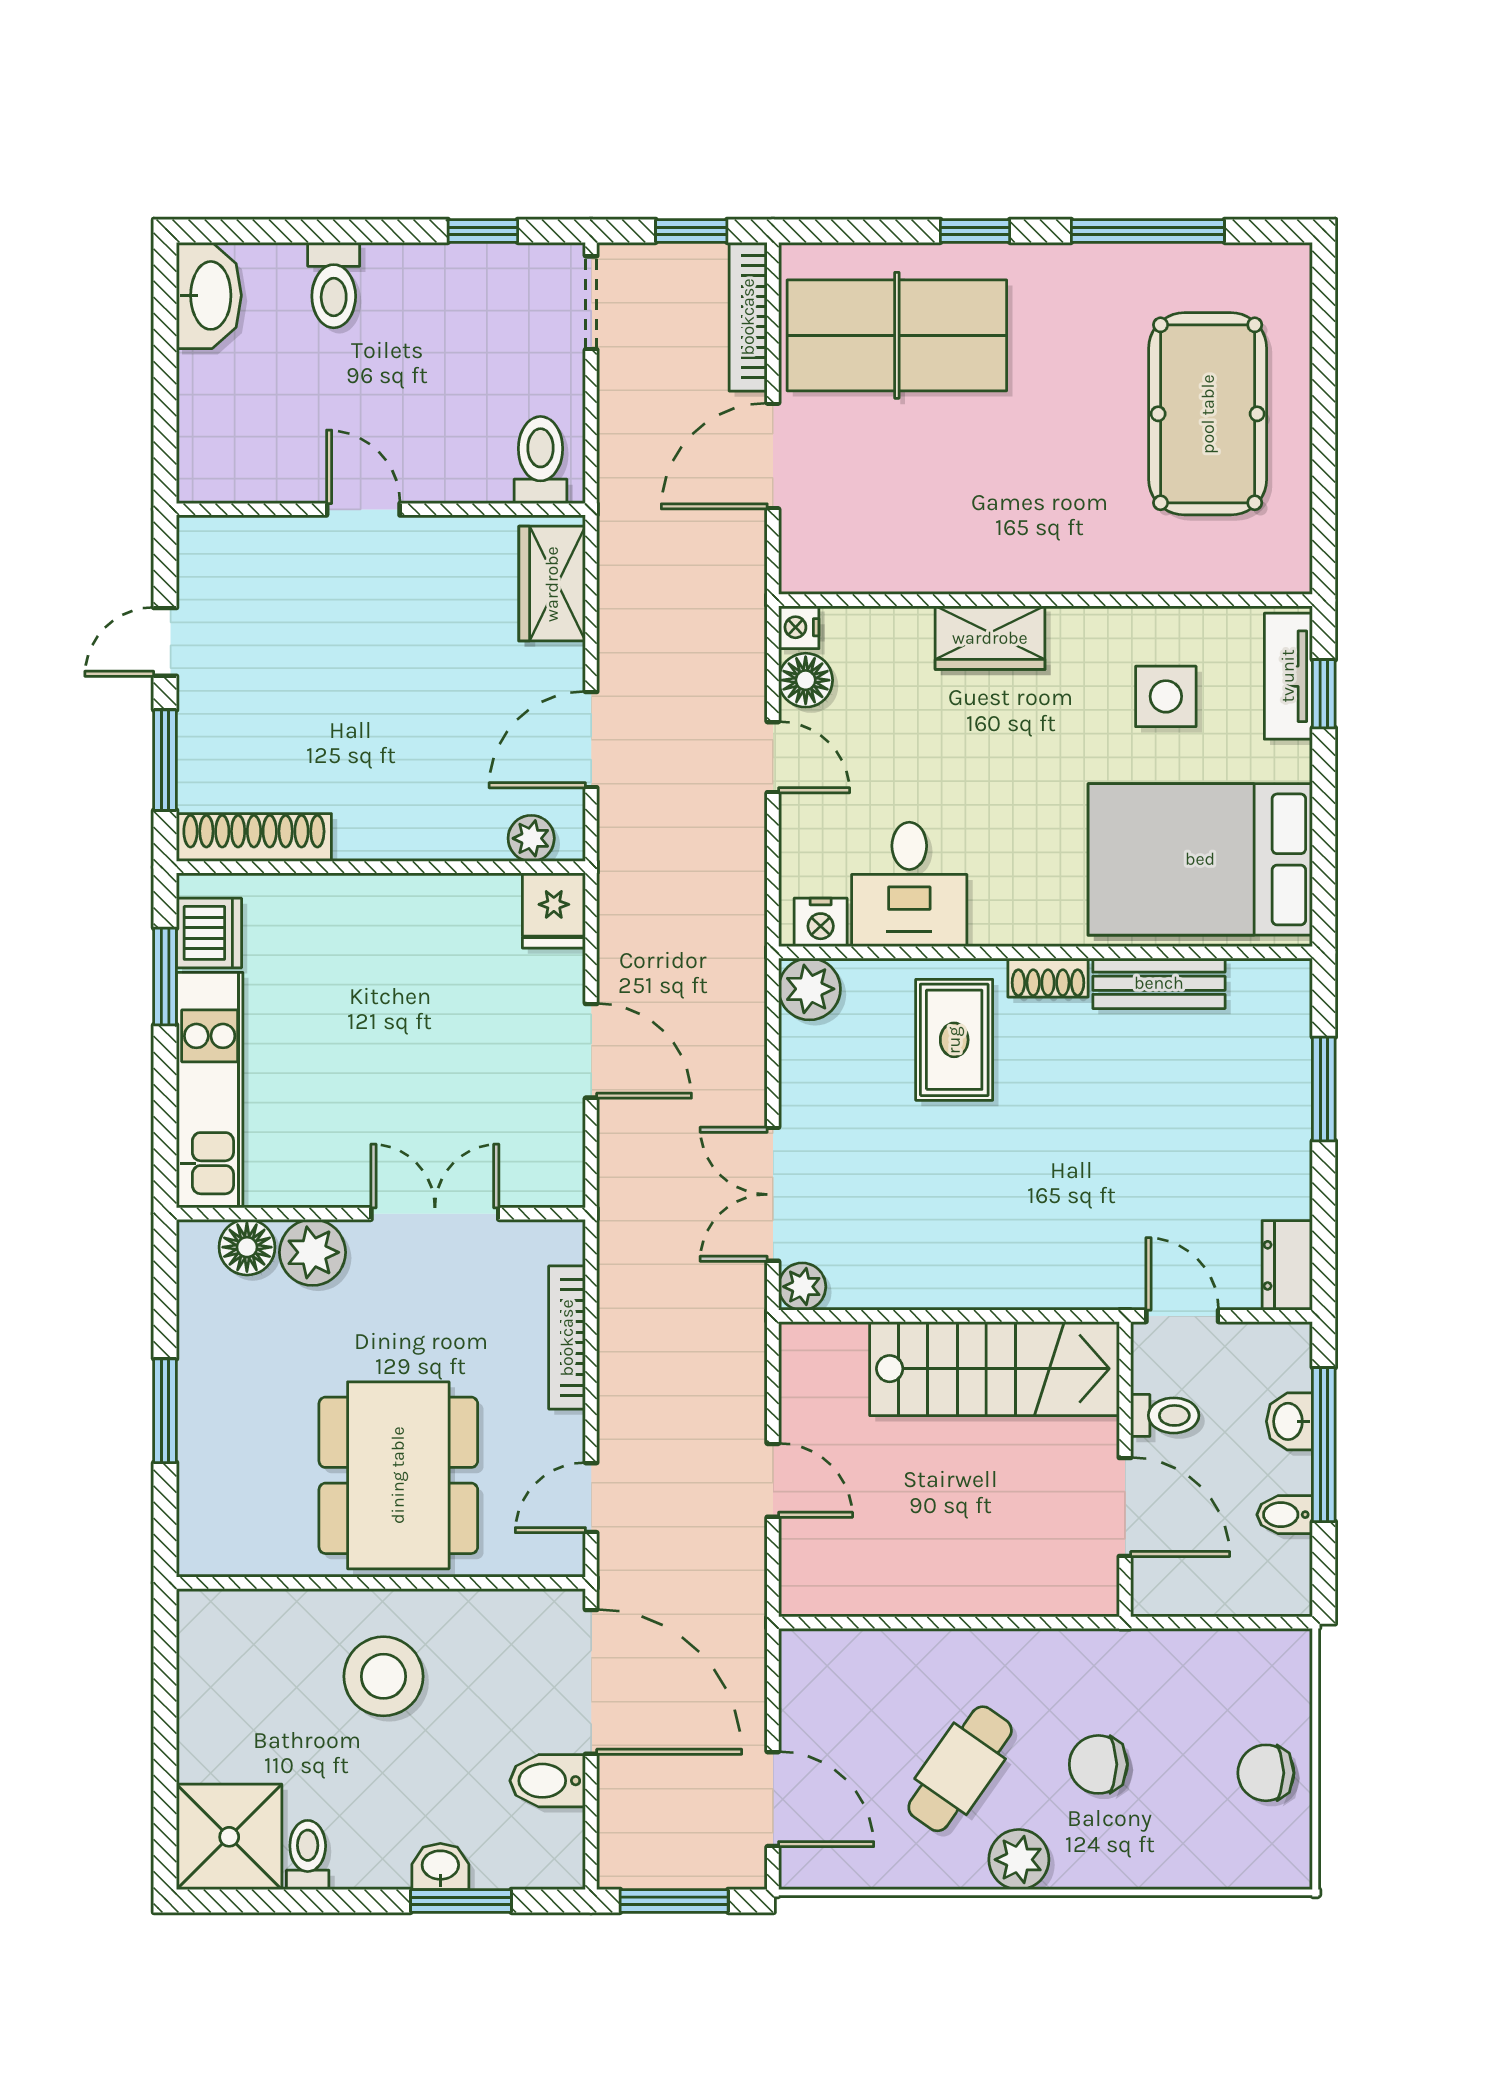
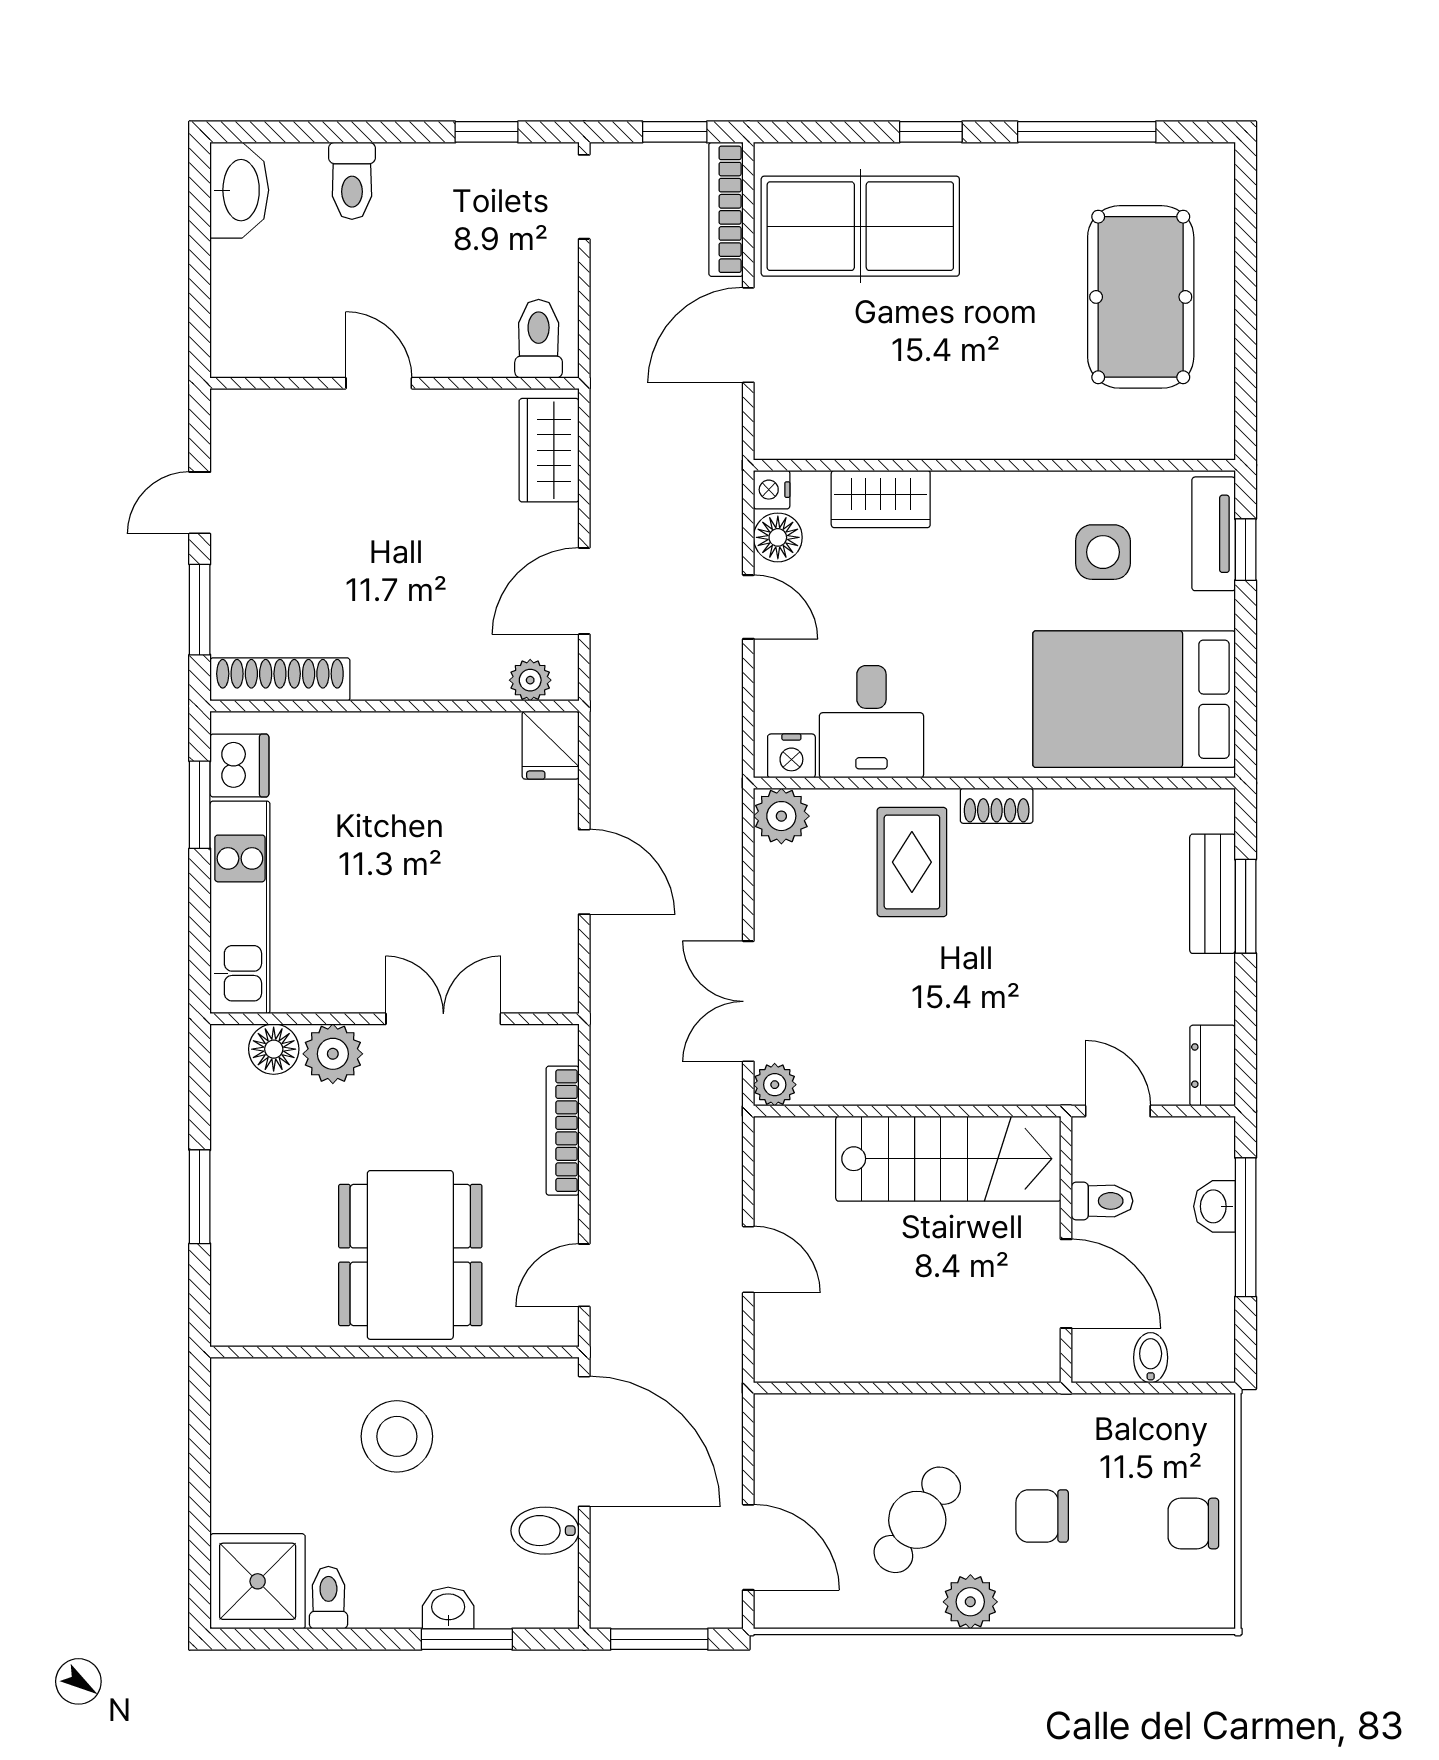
wardrobe: (990, 638) -> (881, 499), moved
bench: (1159, 983) -> (1213, 894), moved, turned 90
bidet: (1285, 1515) -> (1151, 1358), moved, turned 90

